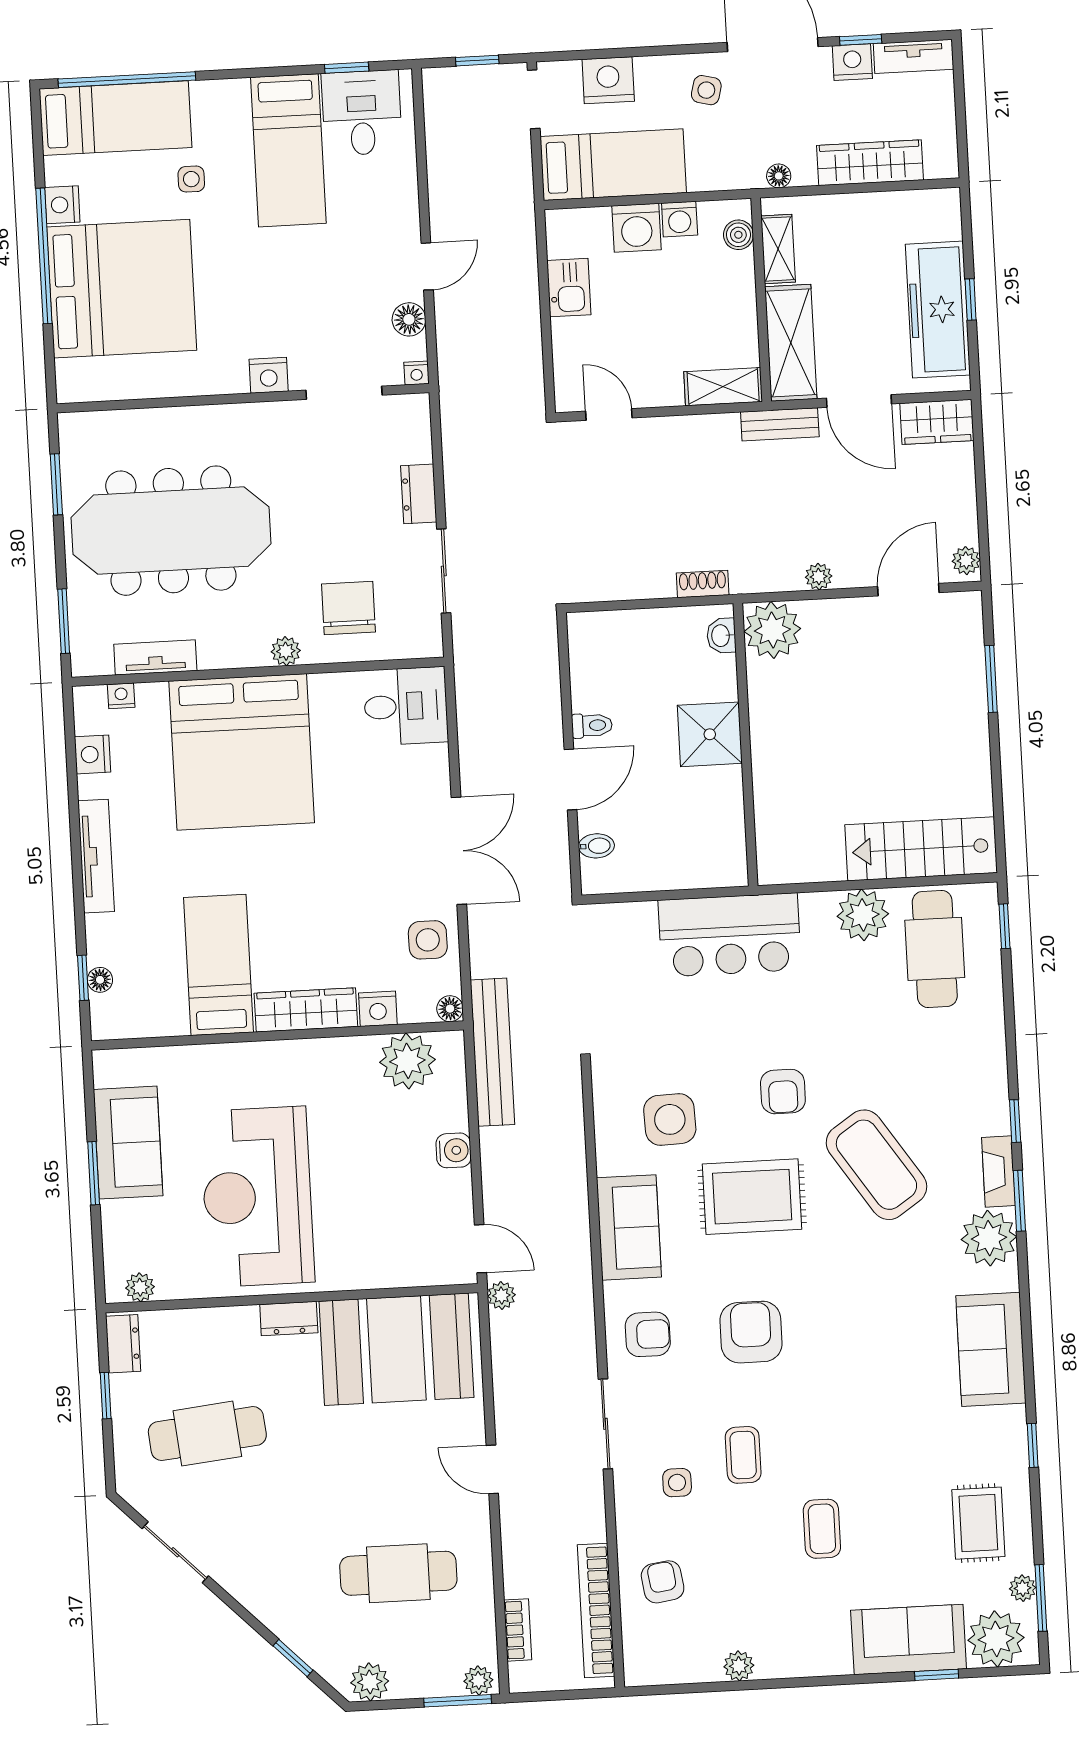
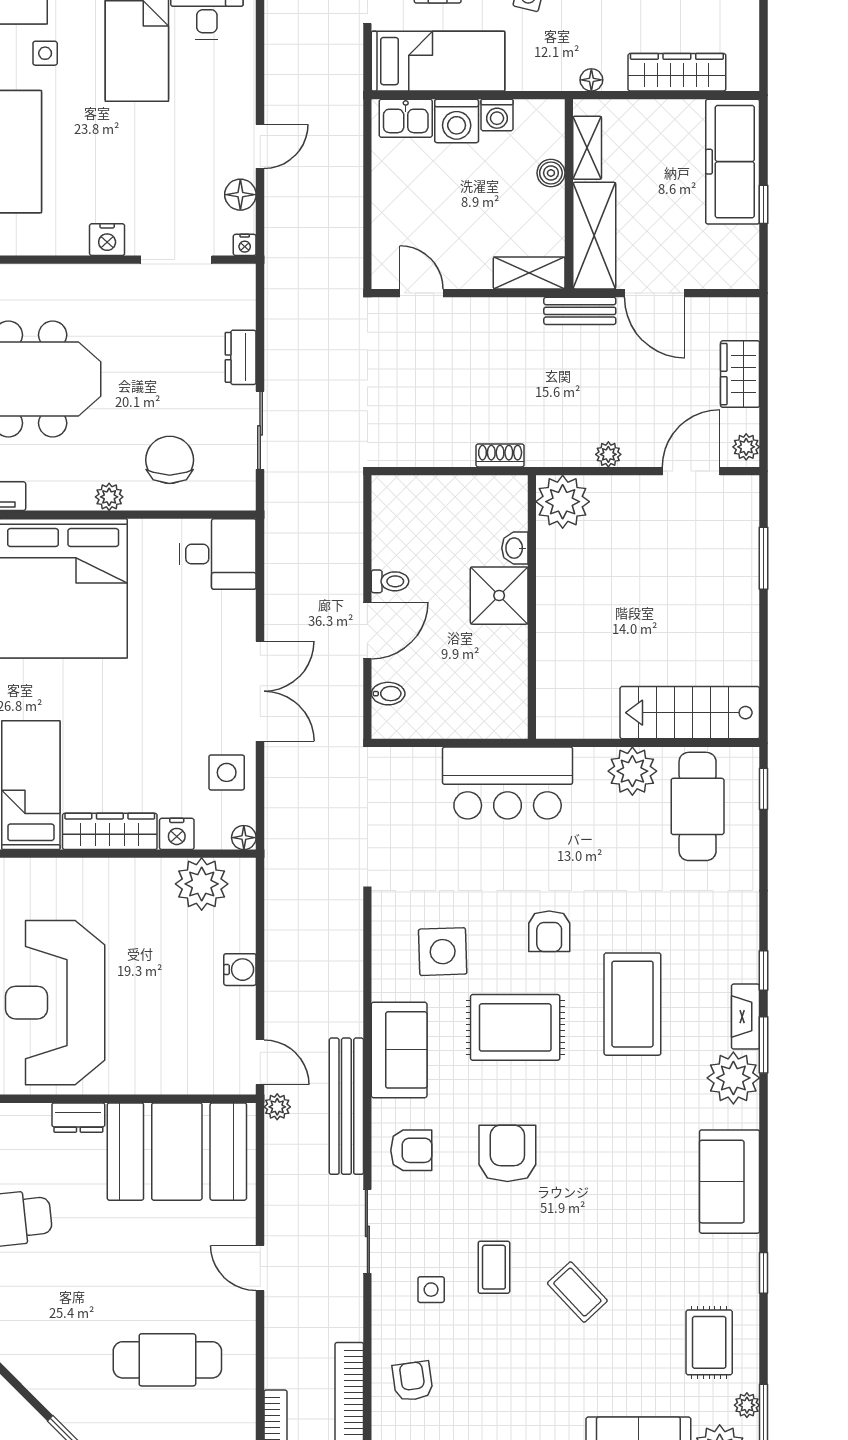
boiler: (738, 235) -> (551, 173), moved
kitchen sink: (569, 288) -> (406, 118), moved, turned 90
freezer: (938, 310) -> (733, 162), moved
wardrobe: (937, 422) -> (740, 374), moved, turned 90
washbasin: (721, 636) -> (515, 548), moved
bench: (492, 1052) -> (346, 1106), moved
coffee table: (876, 1165) -> (632, 1004), turned 34
coffee table: (822, 1529) -> (577, 1292), moved, turned -43

